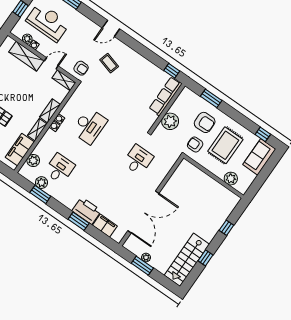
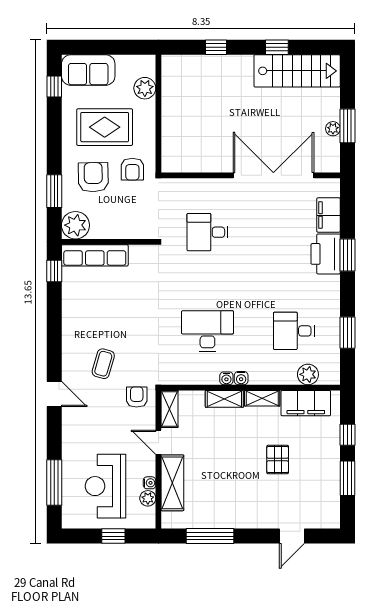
plant: (170, 121) -> (75, 225), moved
plant: (41, 183) -> (330, 342), removed

